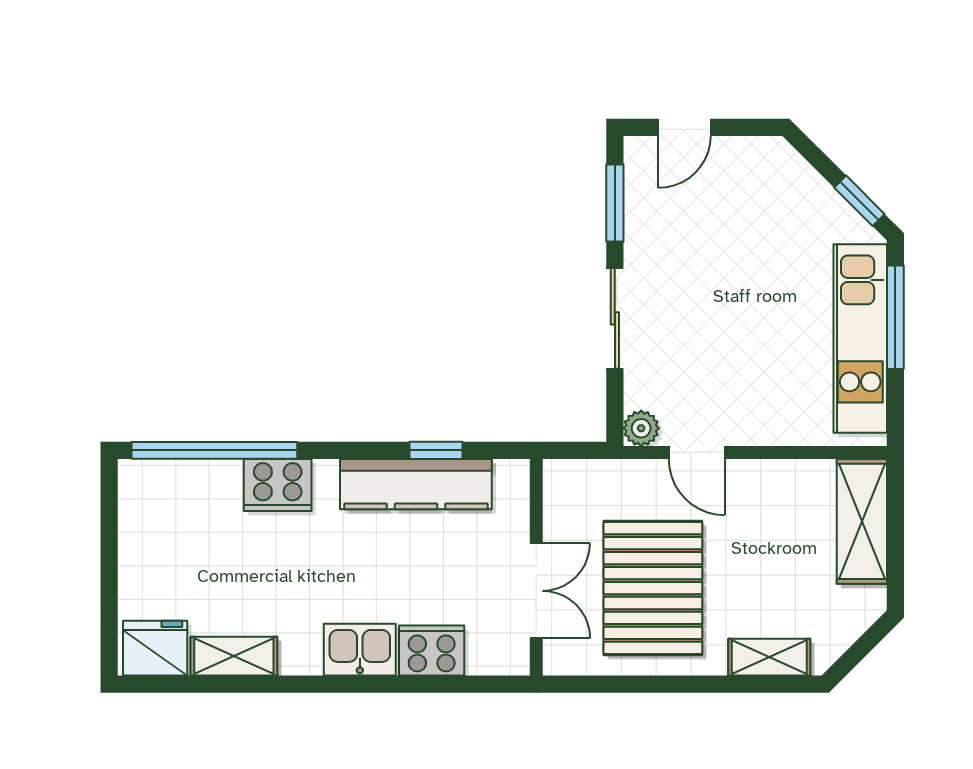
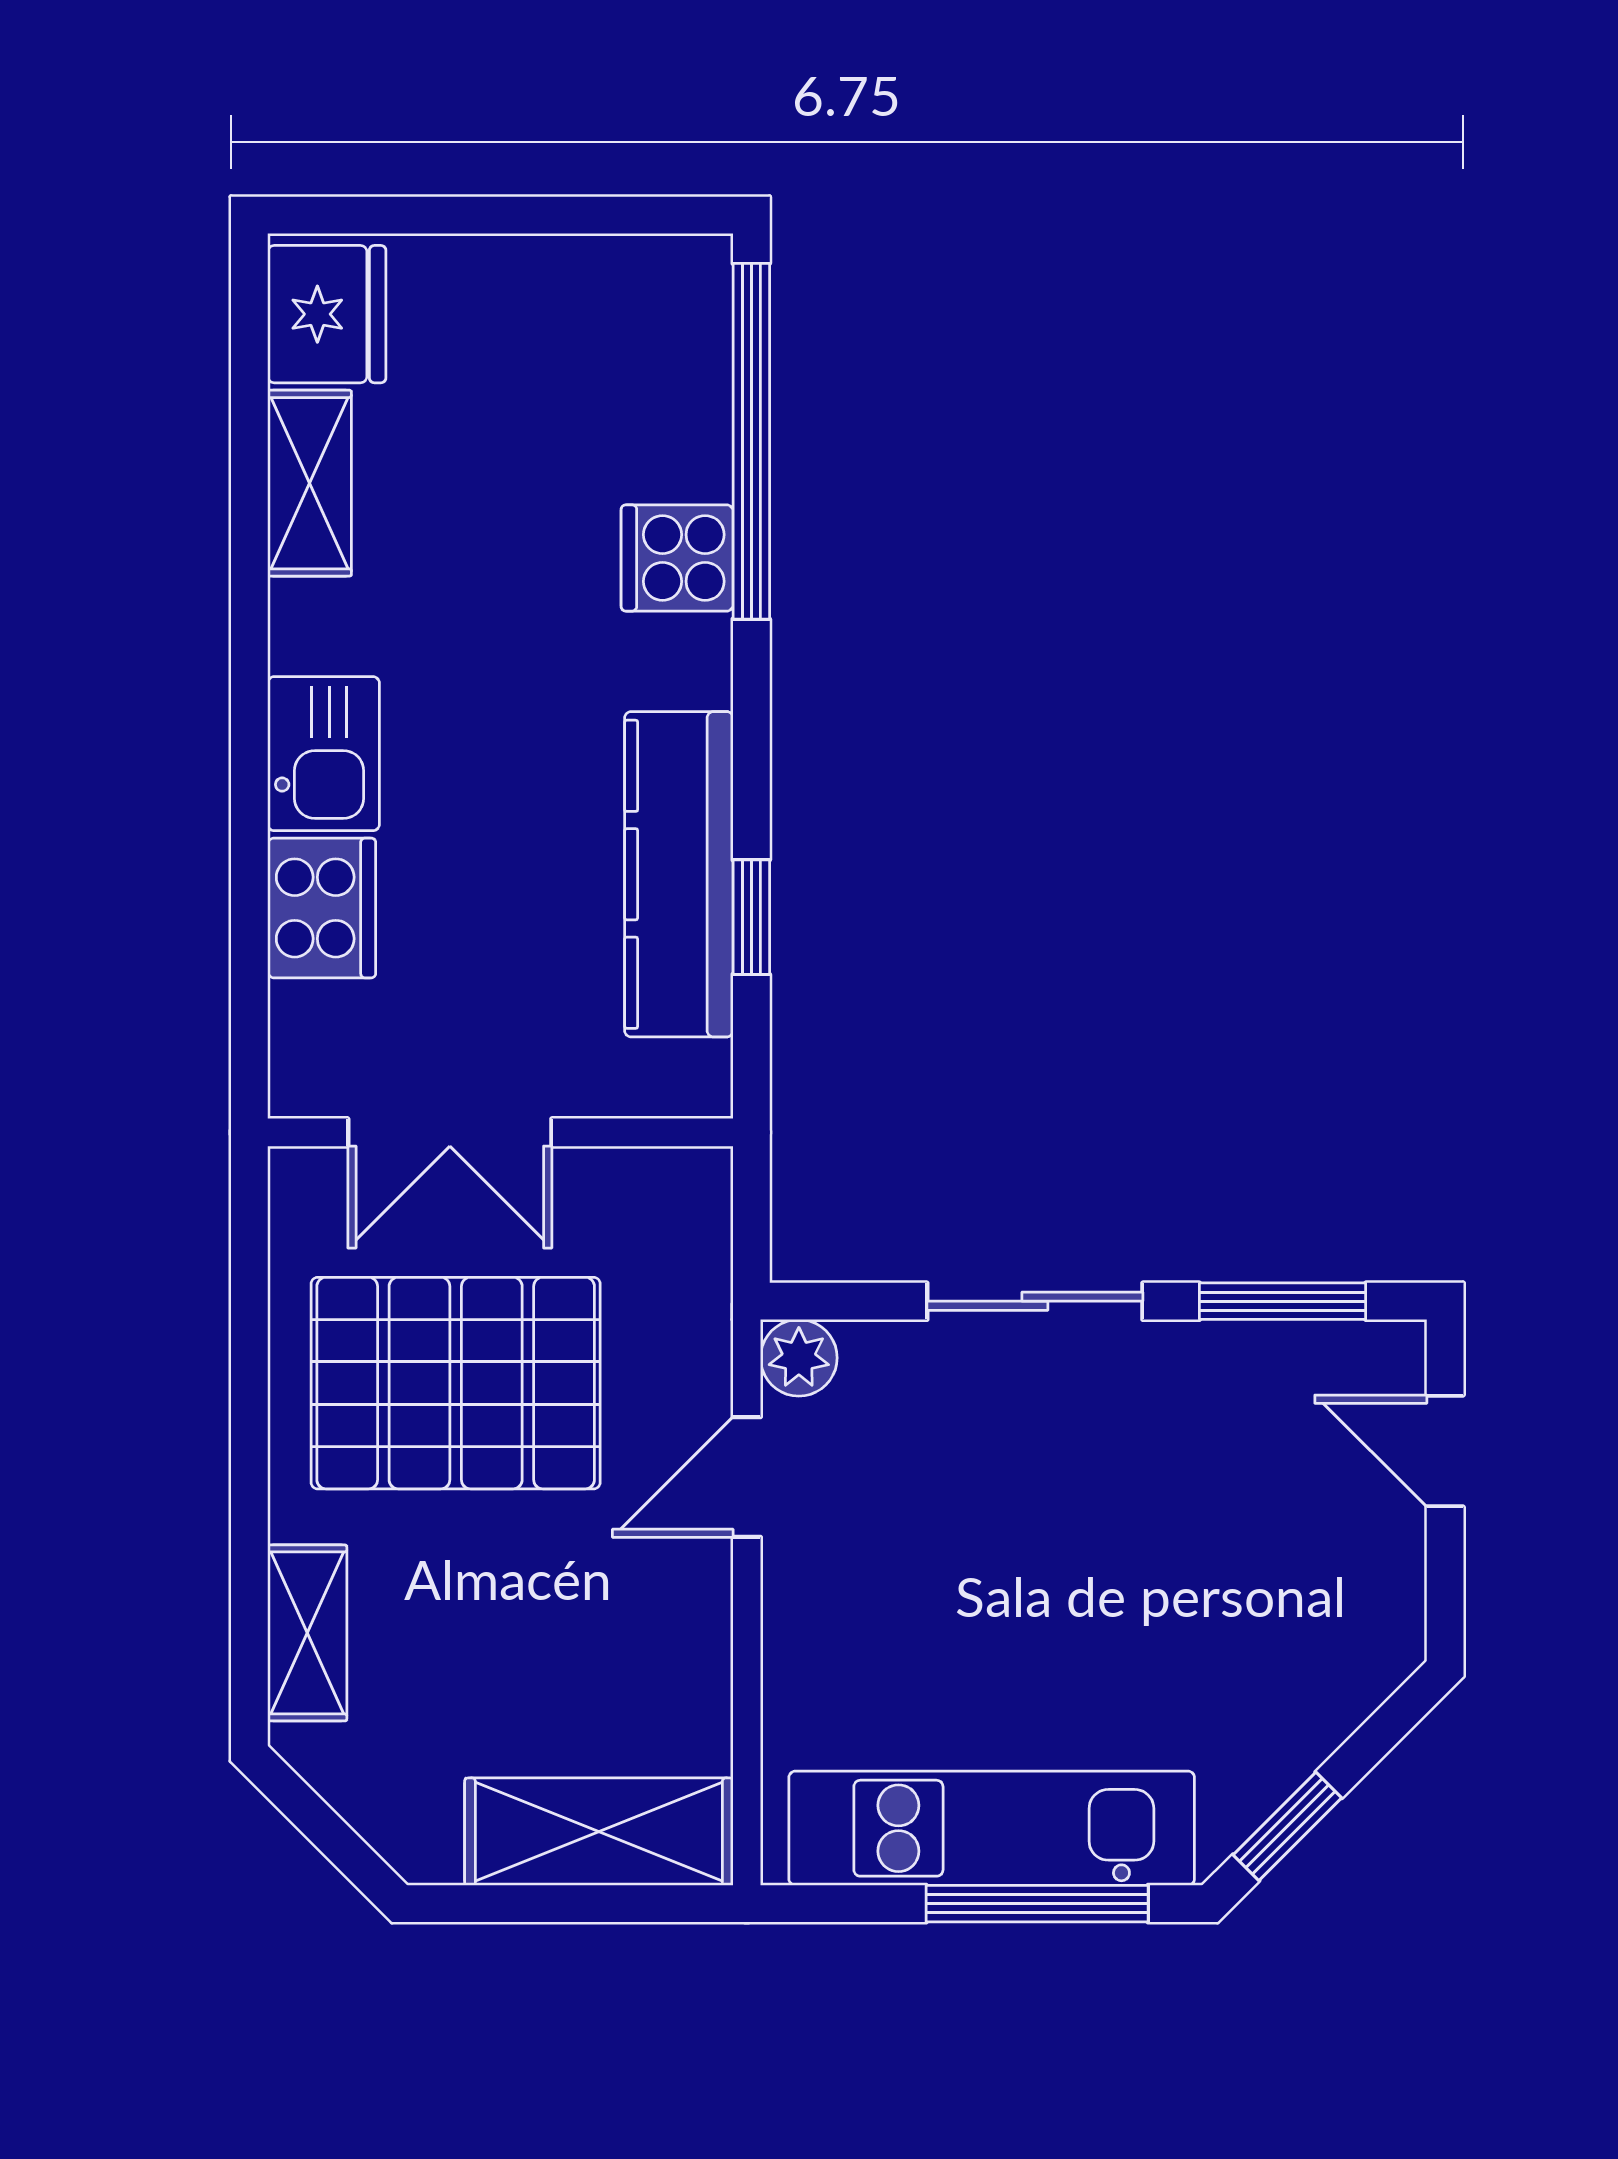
cooker: (278, 485) -> (677, 558), width x0.73

